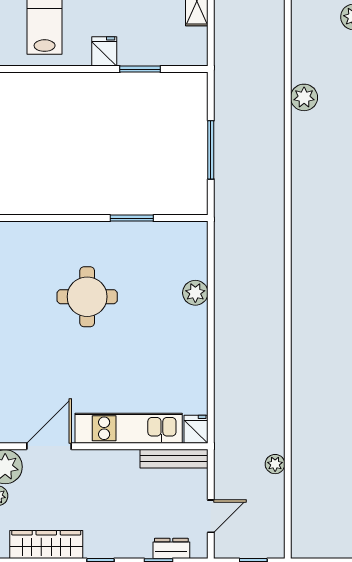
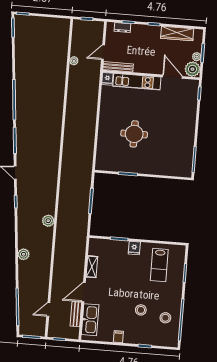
plant: (195, 293) -> (103, 139), removed
round table: (87, 297) -> (134, 134), moved
door: (49, 446) -> (172, 77), swing flipped
door: (211, 516) -> (103, 52), moved

